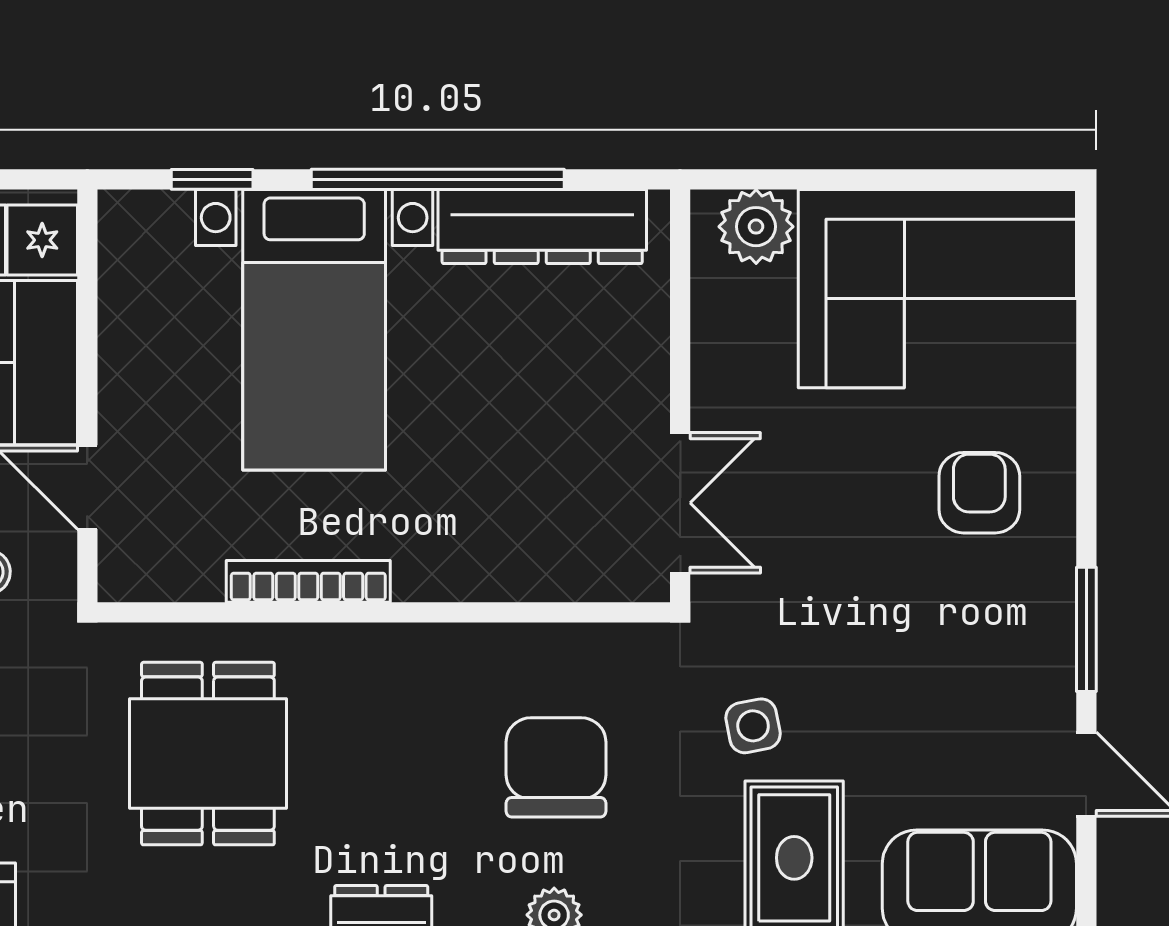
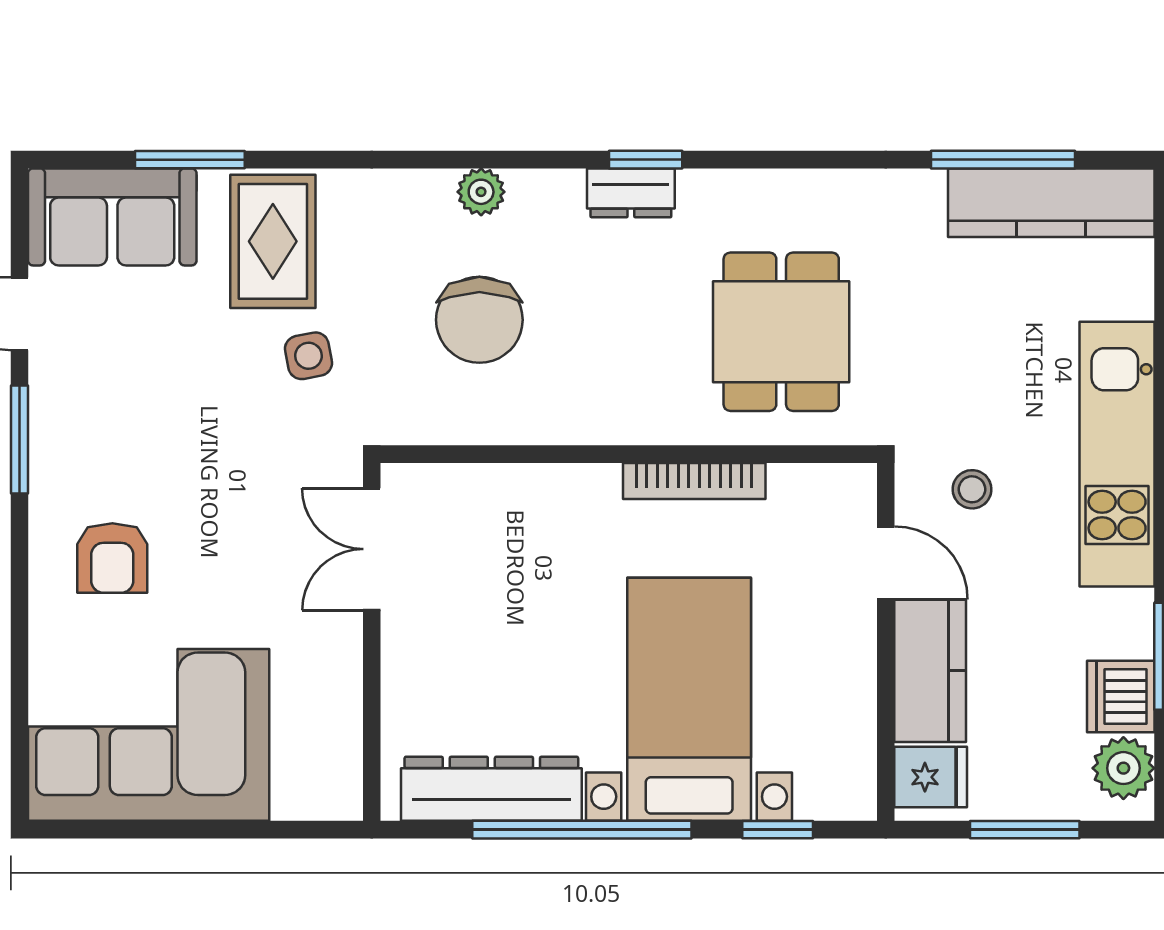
plant: (756, 227) -> (306, 789), removed

